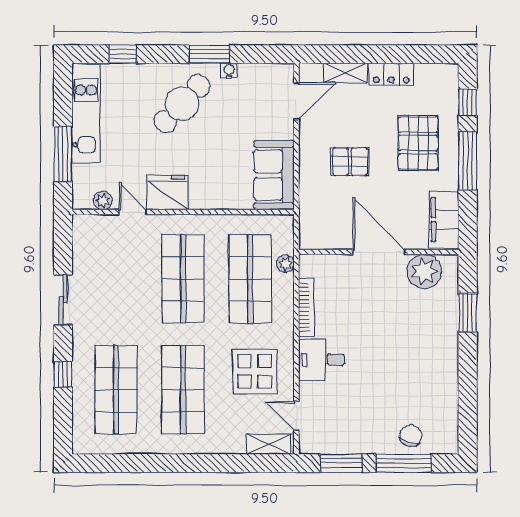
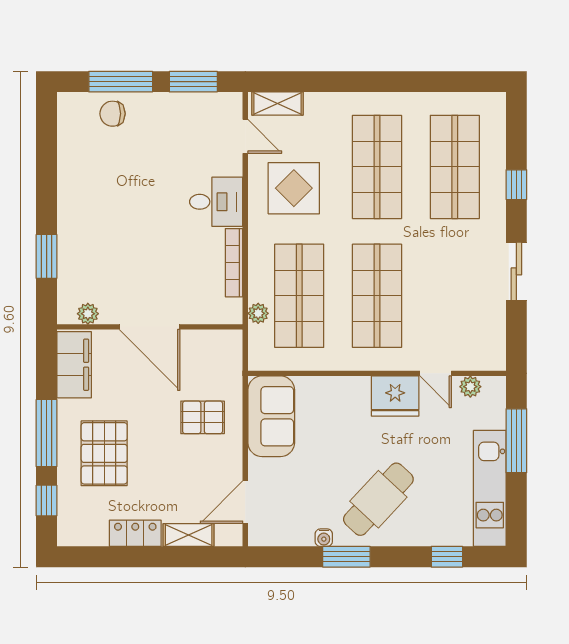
pallet: (350, 162) -> (203, 417), moved
plant: (424, 271) -> (88, 314), width x0.53, depth x0.53
chair: (411, 436) -> (113, 114), turned 74

